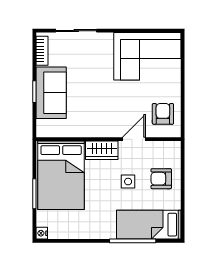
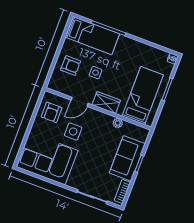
side table: (128, 101) -> (73, 131), added
plant: (79, 131) -> (118, 123), added
bed: (61, 175) -> (143, 96), width x0.67

